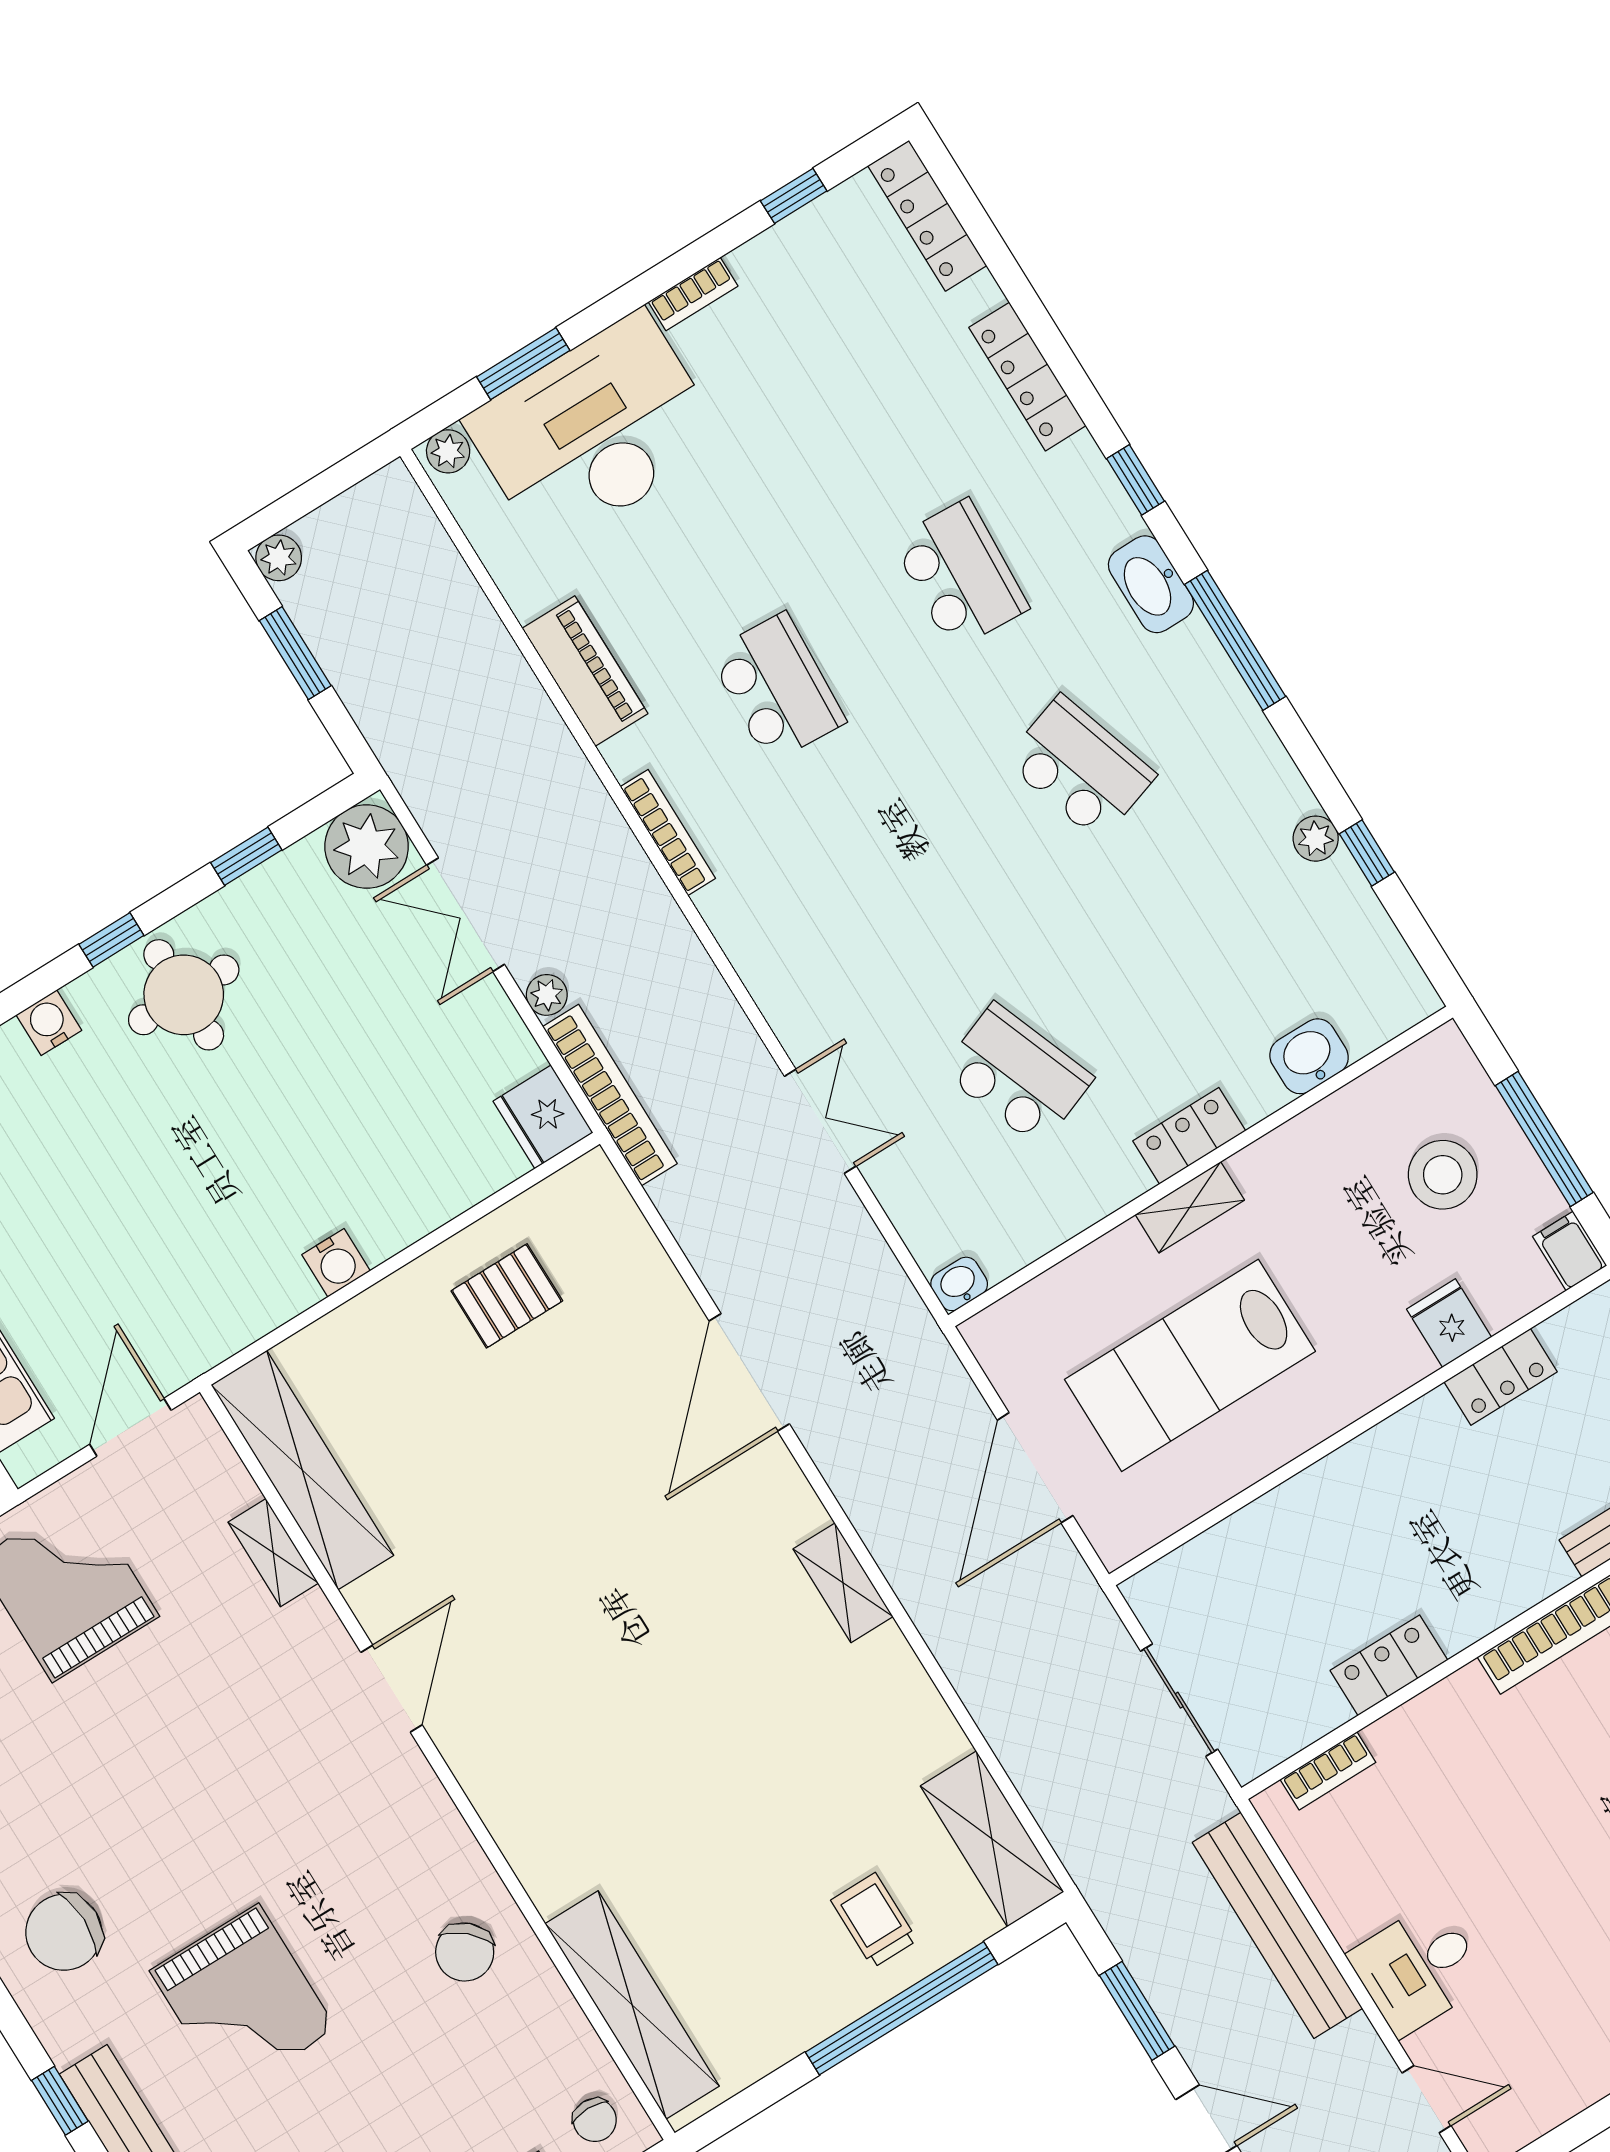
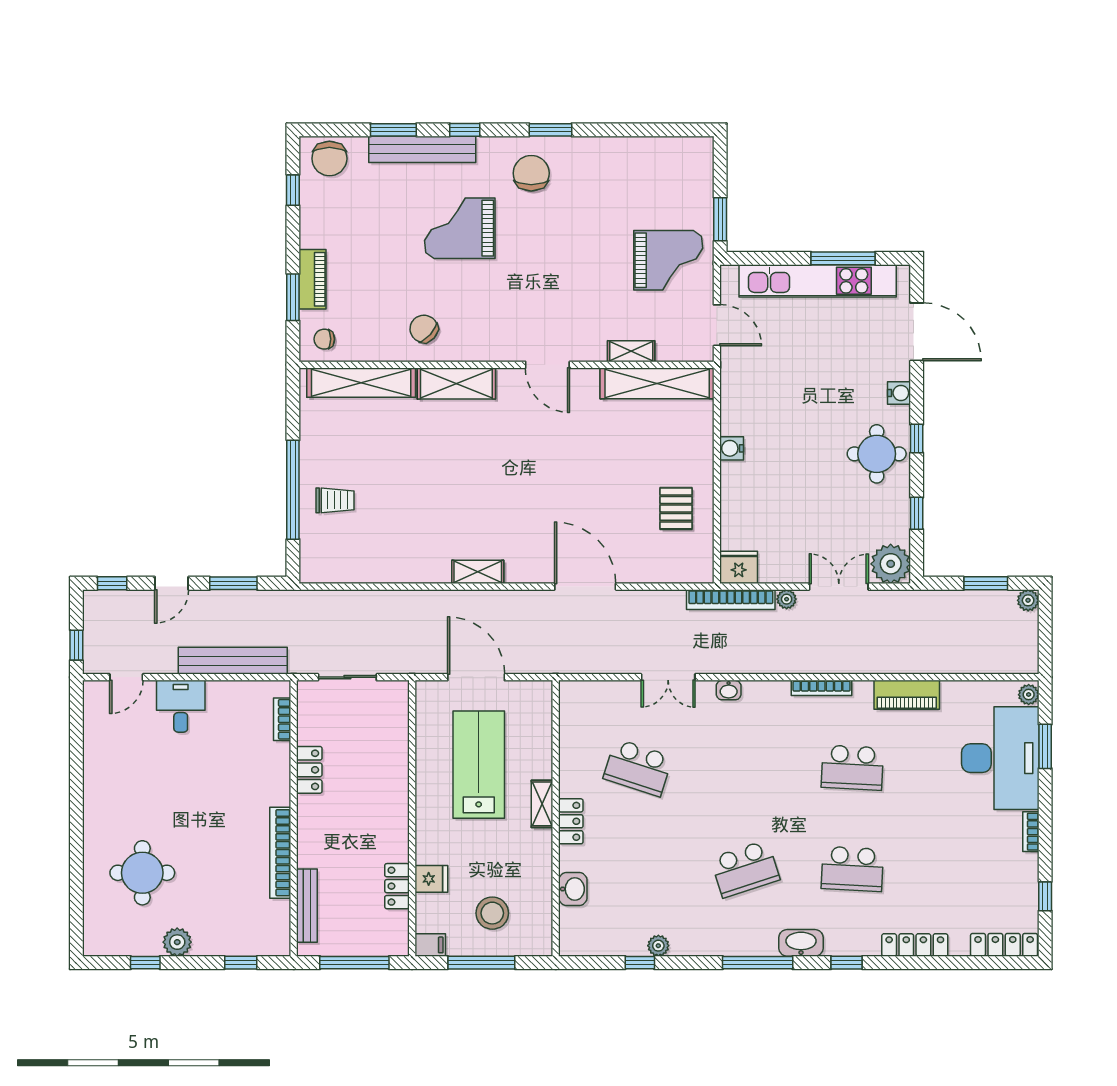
school desk: (1017, 1075) -> (638, 768), turned 39
washbasin: (959, 1284) -> (729, 690), moved, turned 90
shelving: (992, 1839) -> (456, 384), moved

